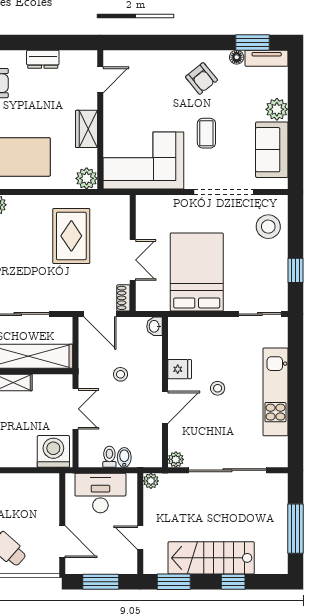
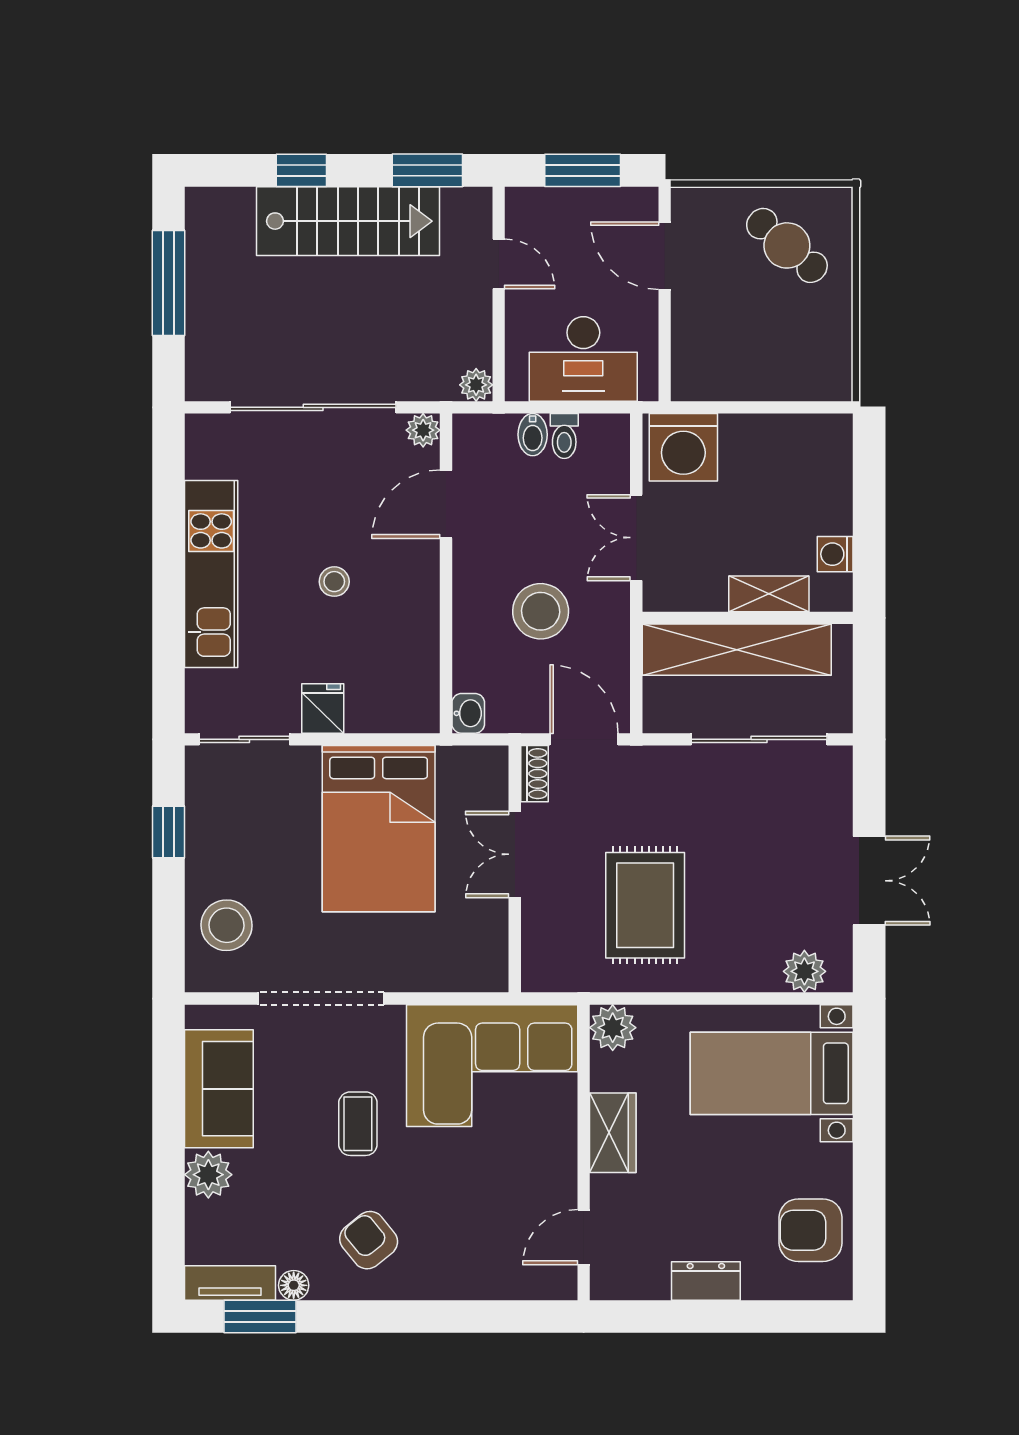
fridge: (180, 369) -> (323, 708), moved, turned 90
stool: (120, 374) -> (541, 611), width x1.89, depth x1.89
door: (165, 407) -> (446, 504), moved

